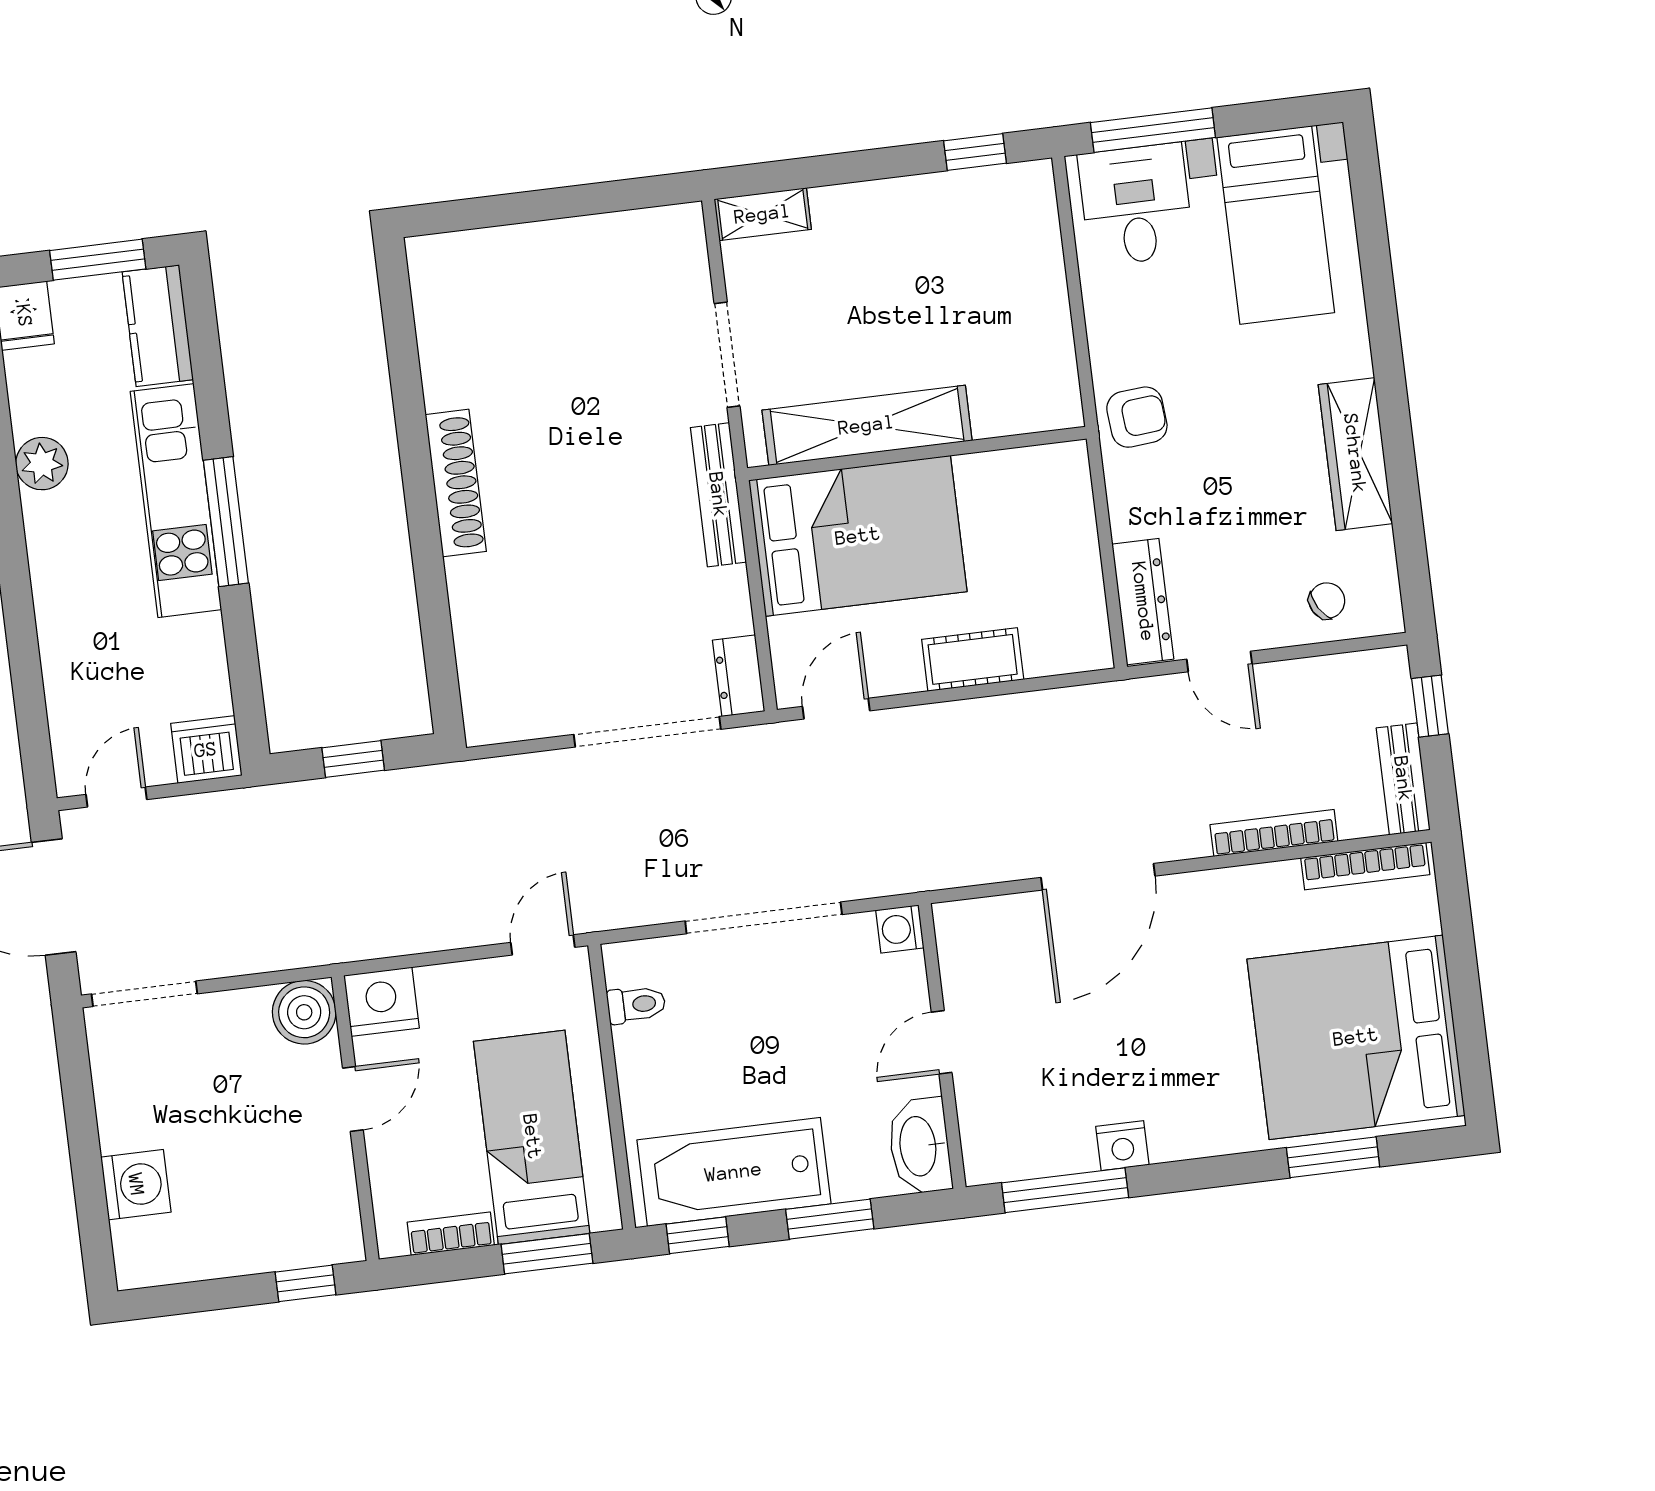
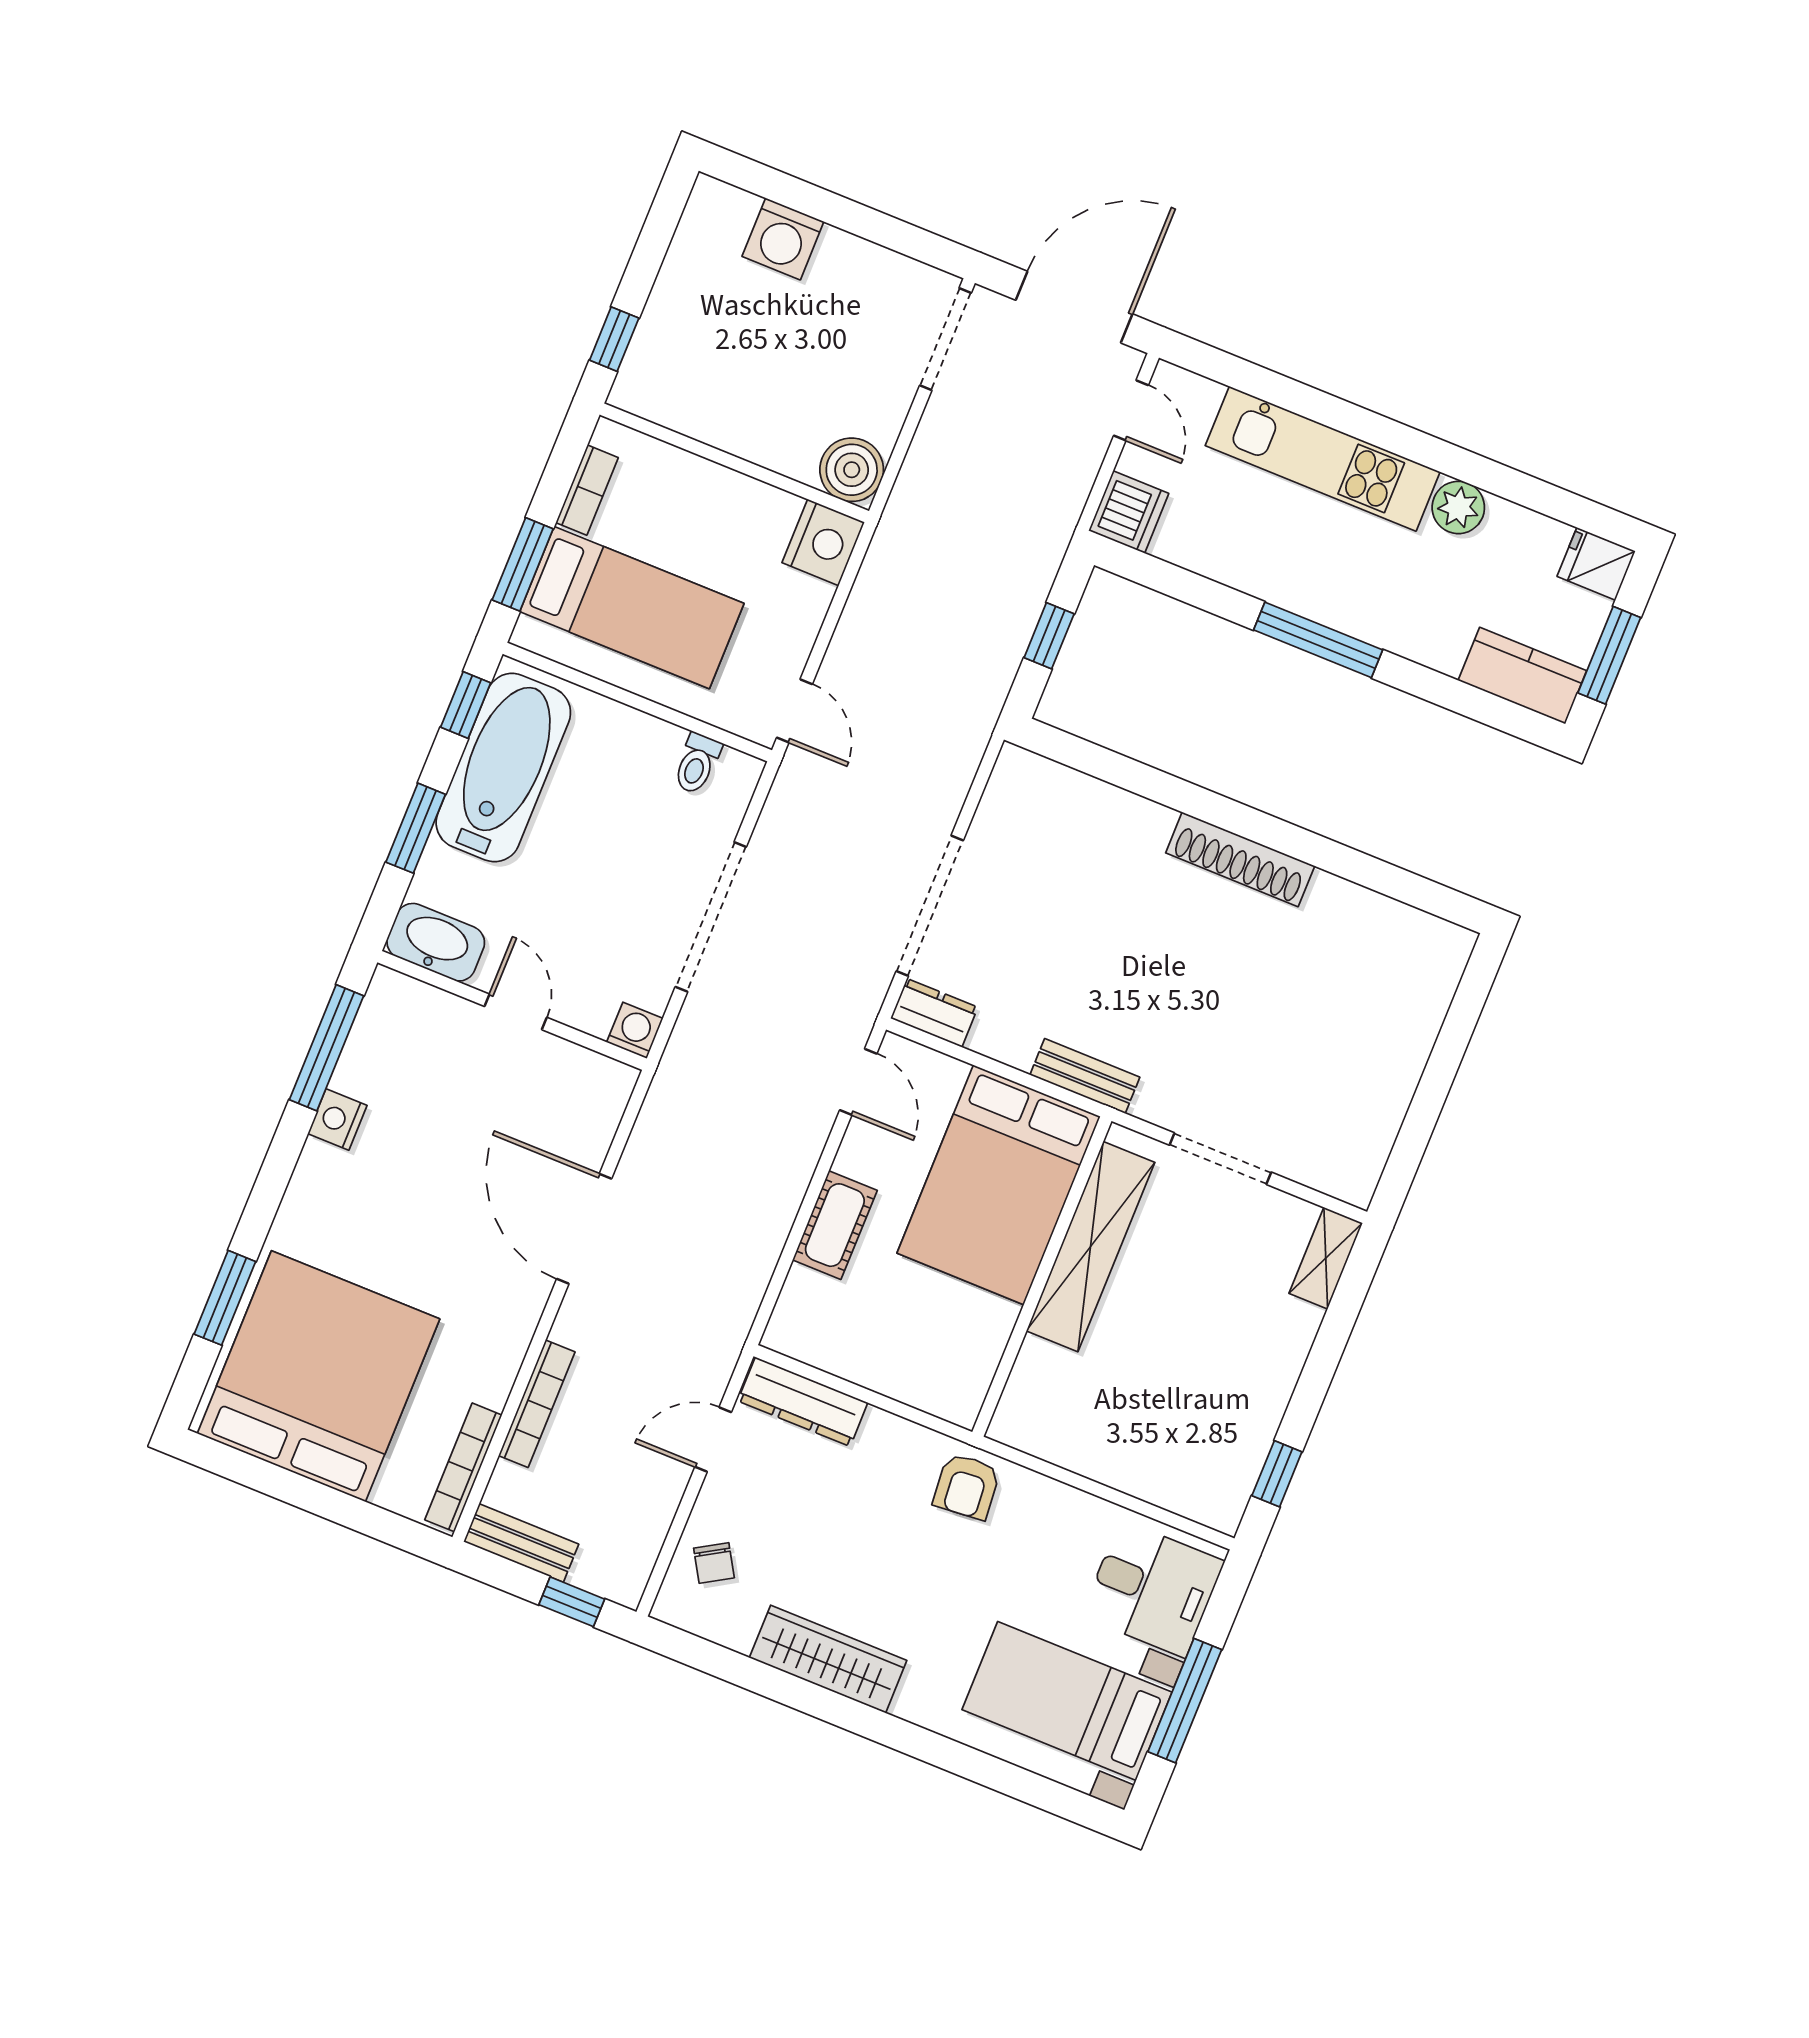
window: (1153, 130) -> (1185, 1701), moved
bench: (718, 495) -> (1085, 1076), width x0.73
kitchen unit: (176, 501) -> (1323, 459), moved, turned 180
door: (353, 1099) -> (752, 470), removed

